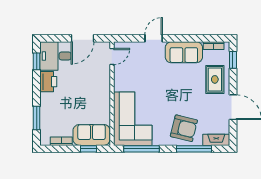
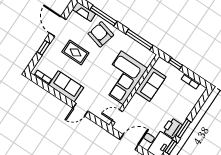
window: (233, 60) -> (43, 48), moved
rug: (215, 79) -> (75, 52), moved, turned 90
window: (37, 118) -> (183, 129), moved
corner sofa: (133, 119) -> (122, 78), moved
sofa: (92, 135) -> (151, 84), moved, turned -90

